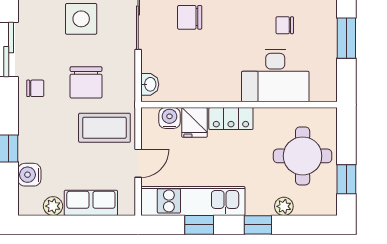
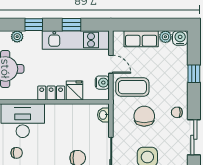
water cooler: (170, 118) -> (102, 83), moved, turned -90
door: (138, 163) -> (111, 64), swing flipped
water cooler: (29, 175) -> (180, 38), moved, turned -90

